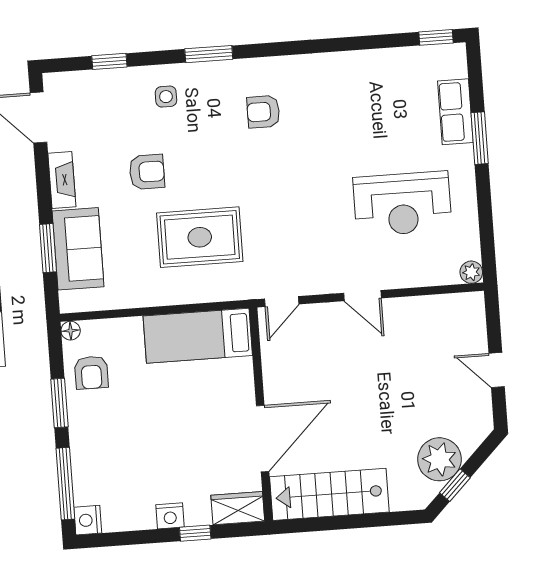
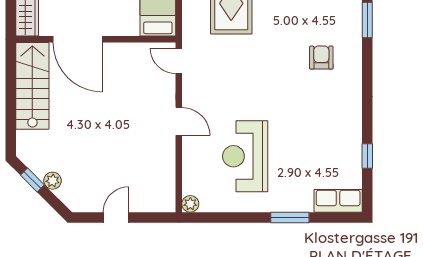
window: (436, 37) -> (367, 156), moved
row of seats: (455, 112) -> (338, 201), moved
door: (362, 296) -> (179, 121), swing flipped
plant: (440, 459) -> (53, 181), width x0.53, depth x0.53

